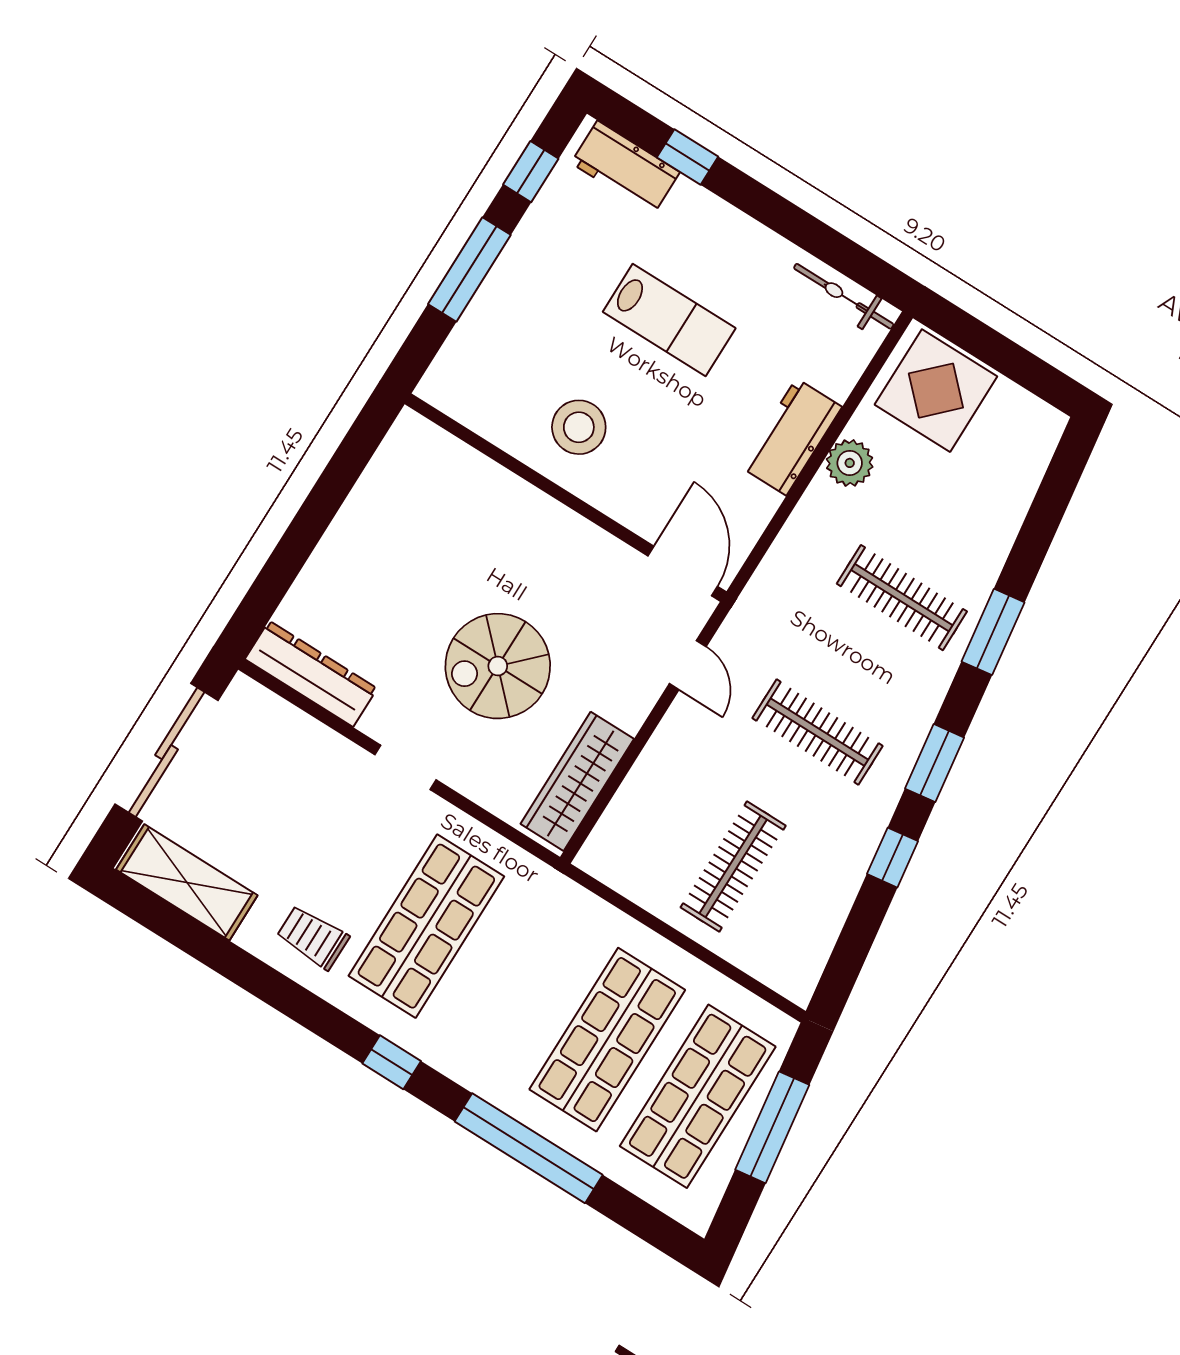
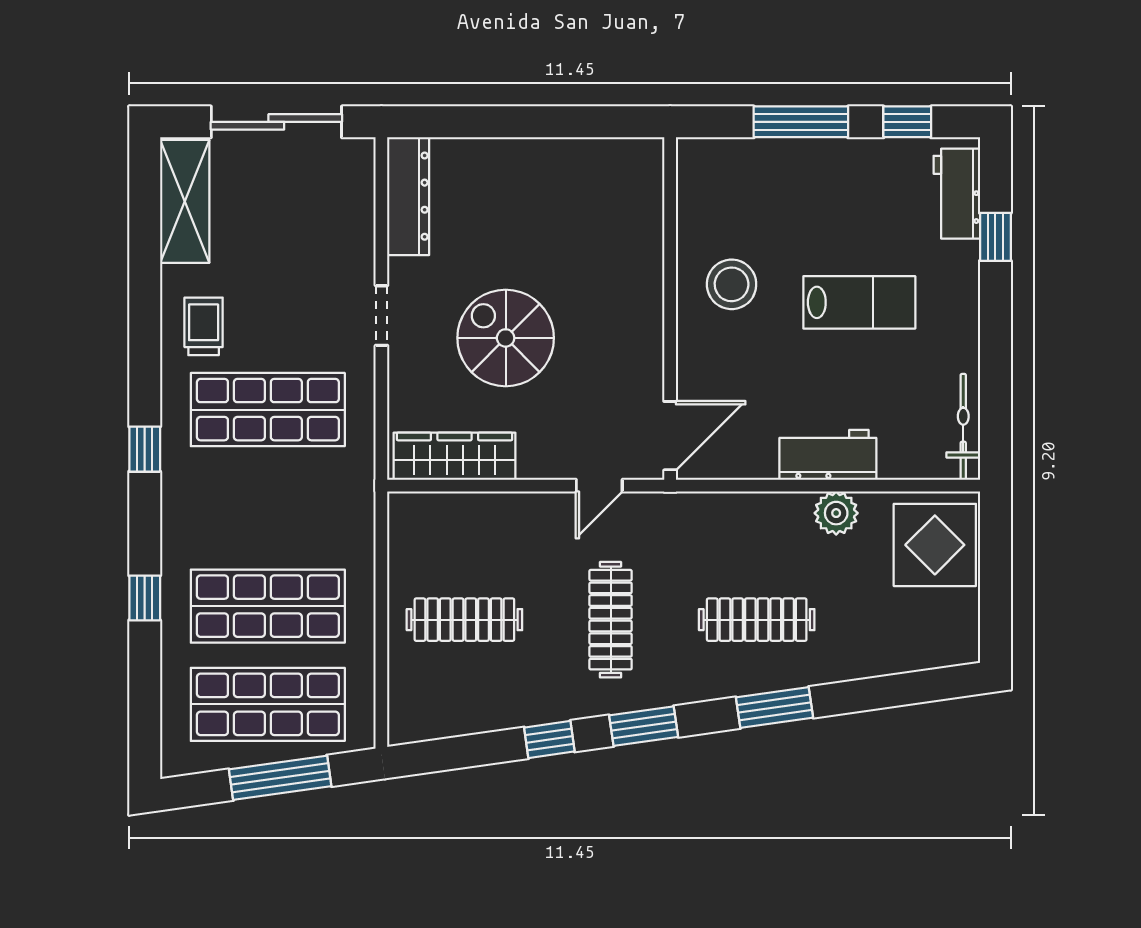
lab bench: (669, 320) -> (859, 302), turned -90
clothes rail: (902, 598) -> (757, 620), turned 90
window: (529, 1148) -> (145, 598), width x0.32

